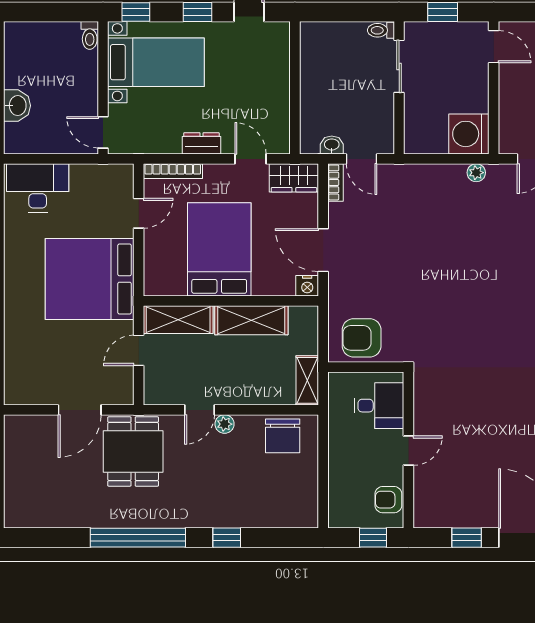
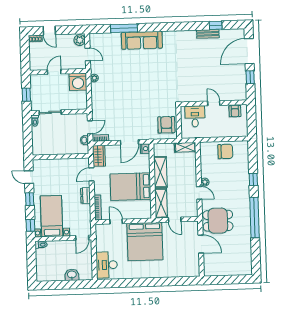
door: (494, 47) -> (54, 72), moved
armchair: (362, 338) -> (166, 125), turned 180
chair: (283, 436) -> (225, 151), moved
window: (373, 538) -> (251, 117), removed

